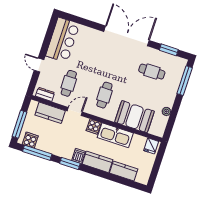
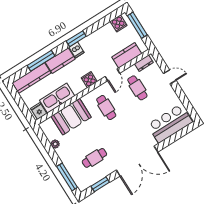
bar counter: (63, 40) -> (170, 123), moved, turned 90
kitchen sink: (115, 135) -> (57, 98), moved
window: (37, 153) -> (41, 61), moved
kitchen counter: (124, 171) -> (32, 78), width x1.50

